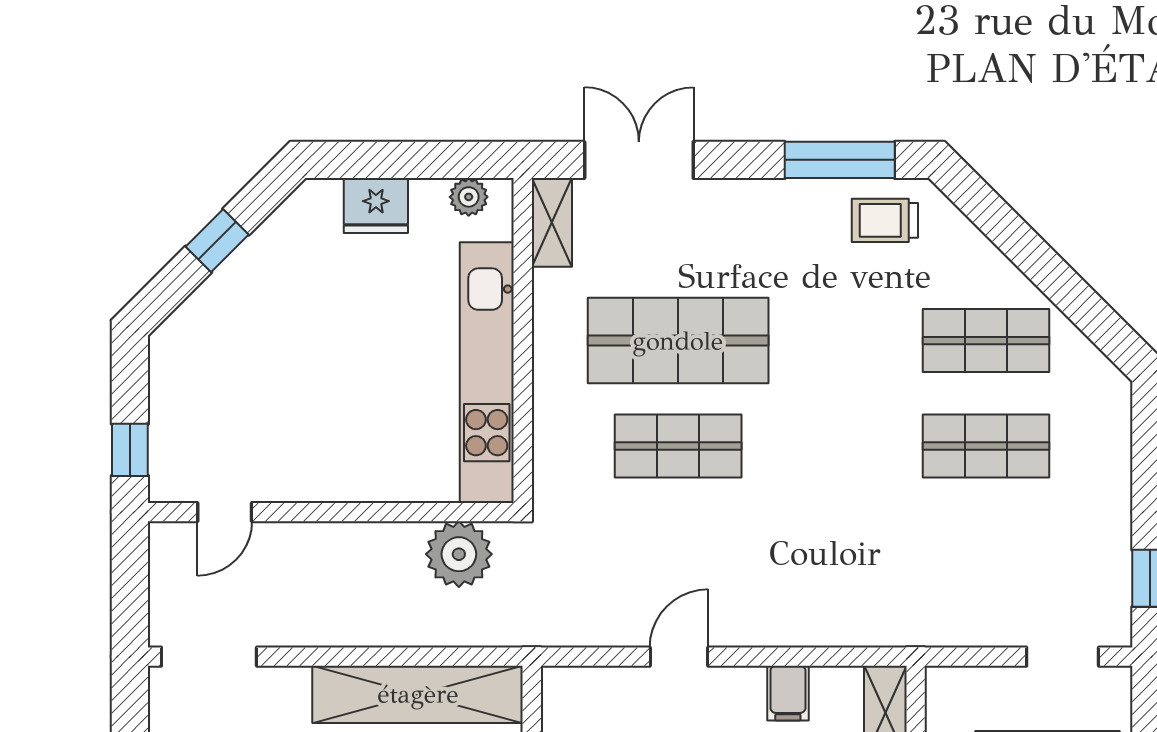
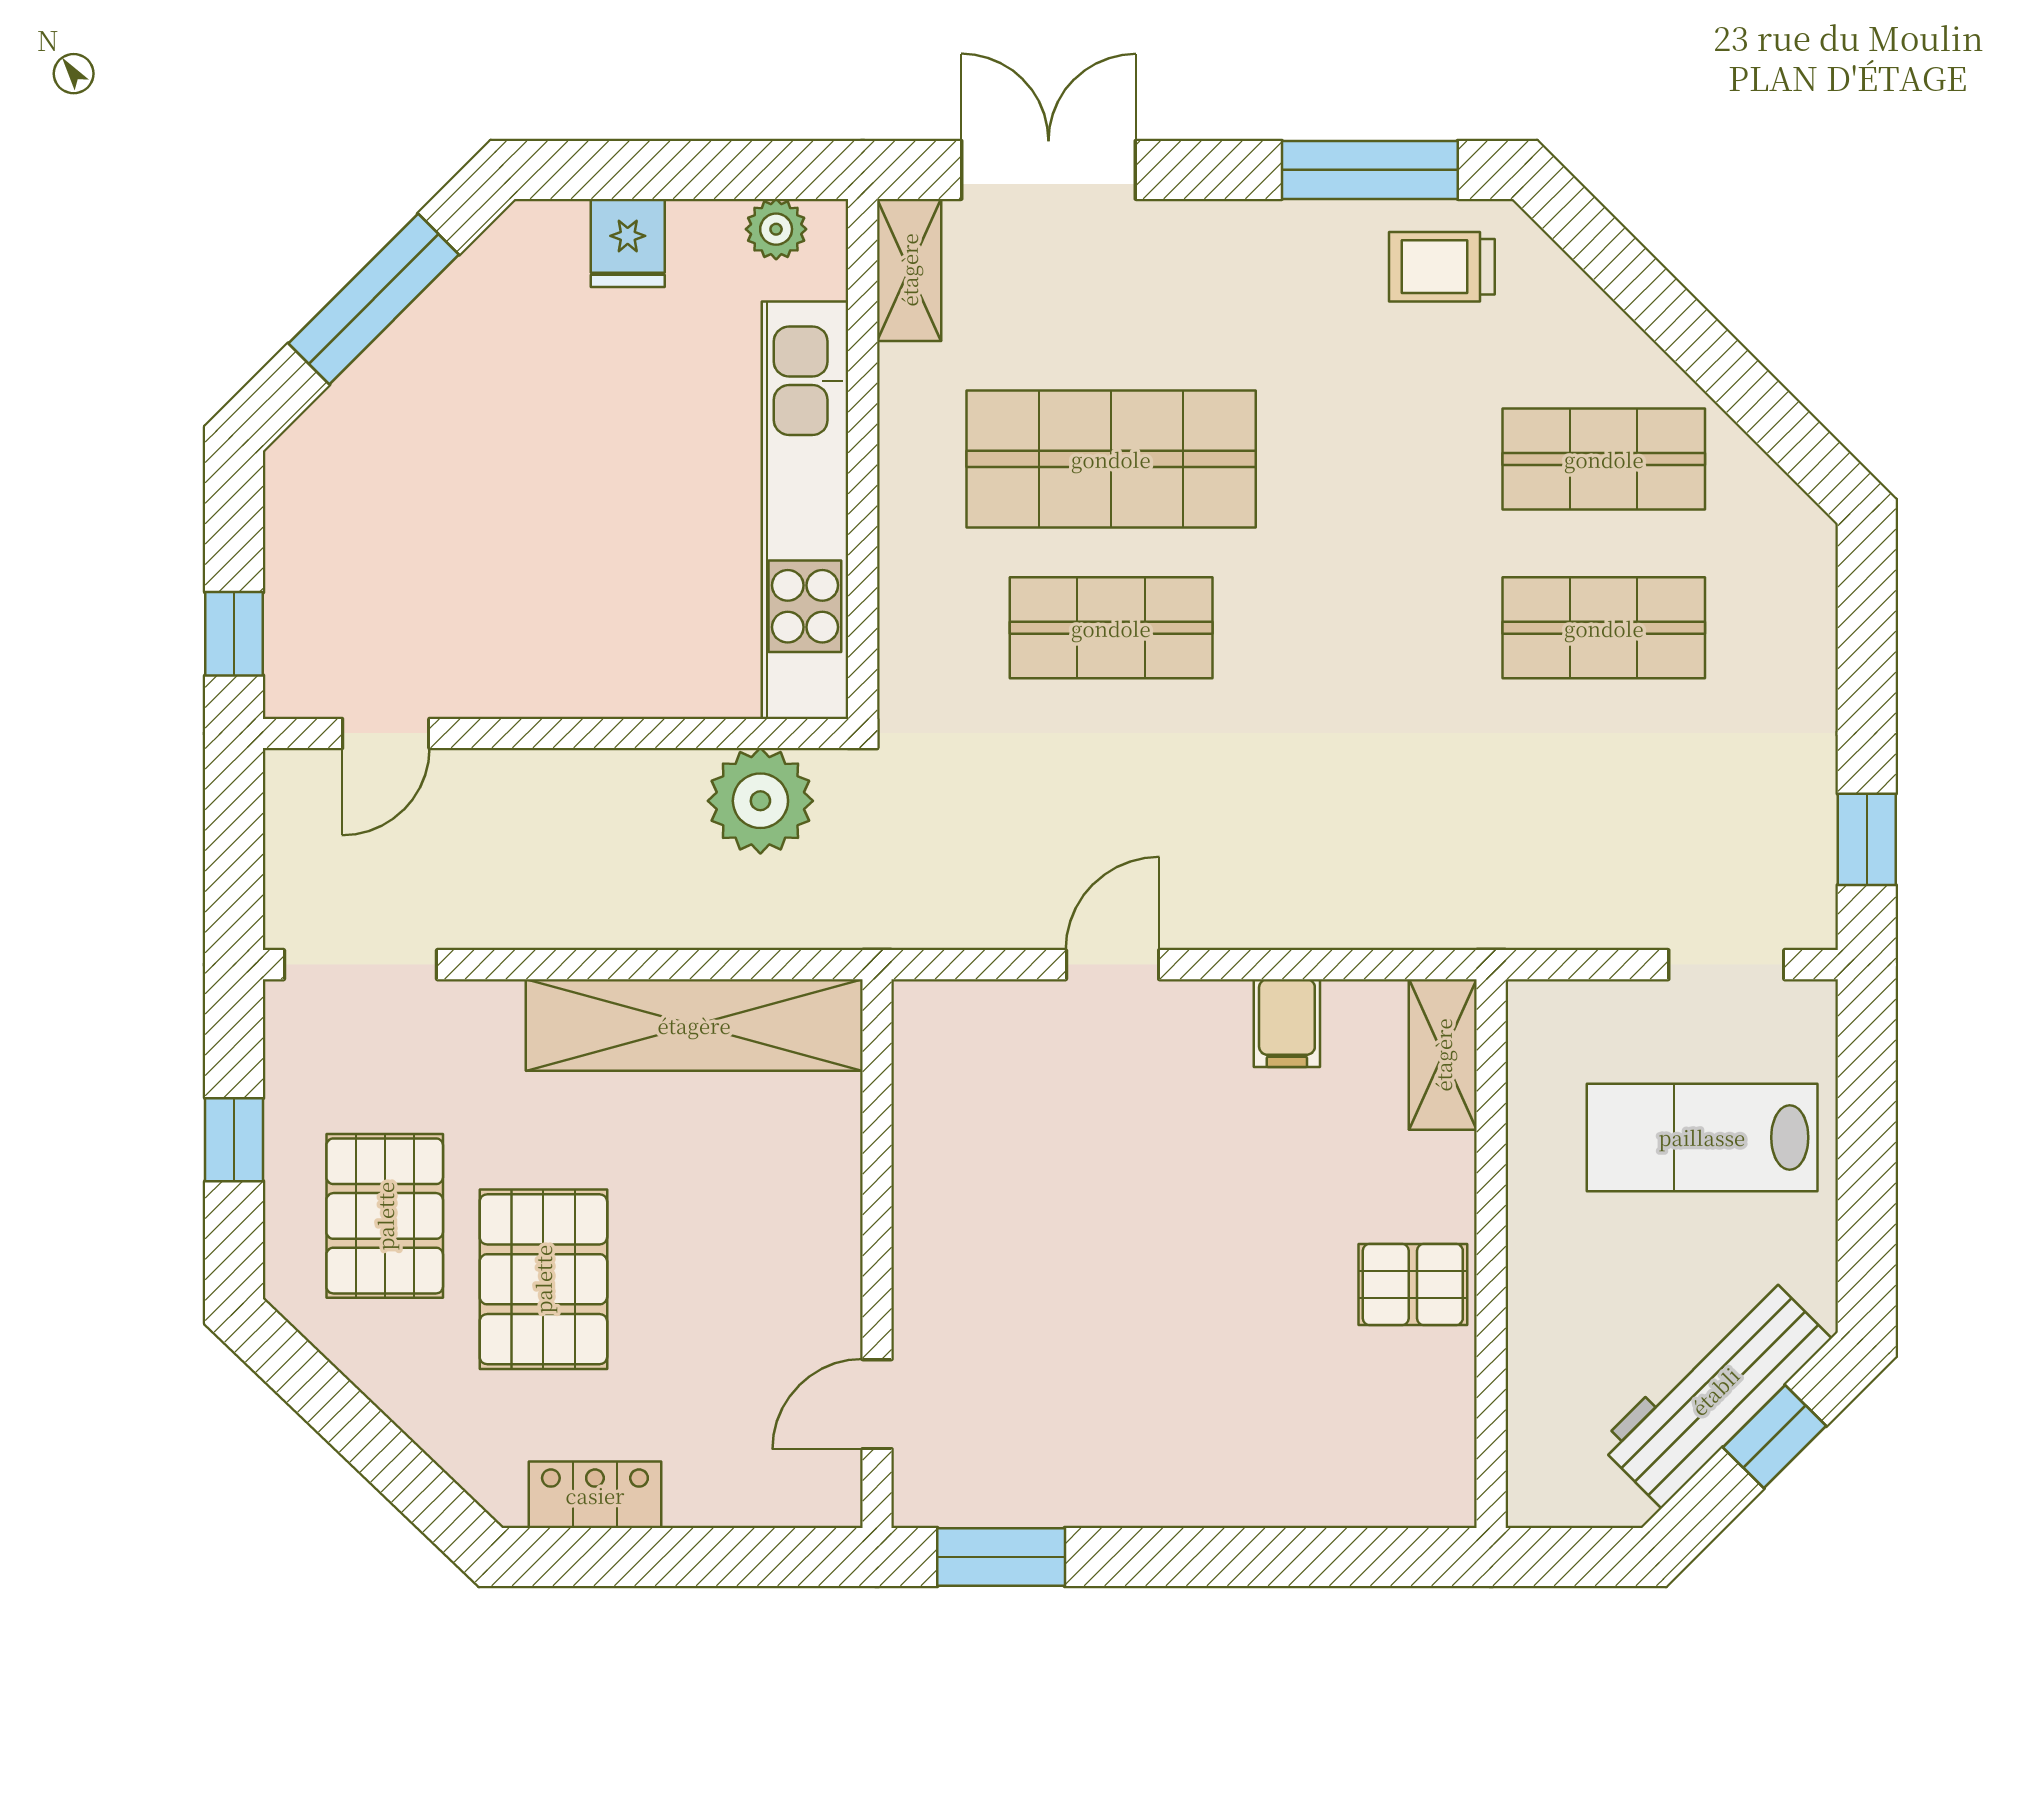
fridge: (376, 206) -> (628, 243), width x0.72
window: (217, 241) -> (374, 299), width x2.17

